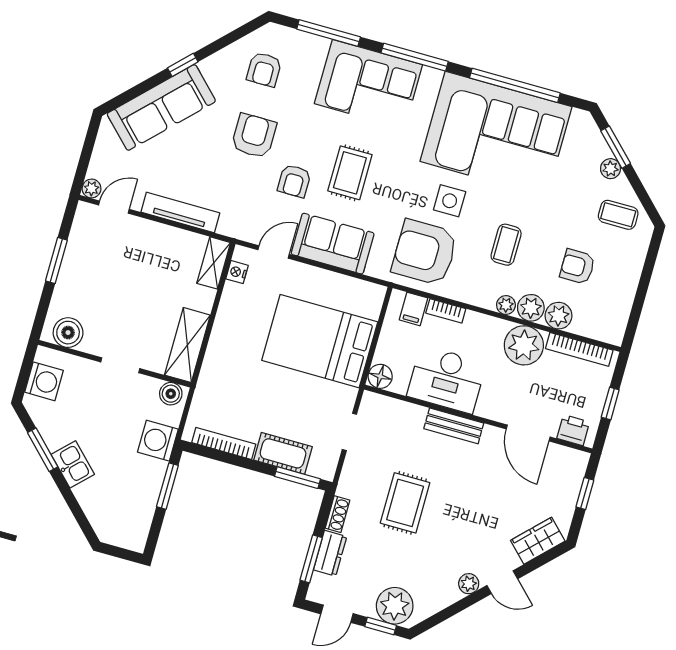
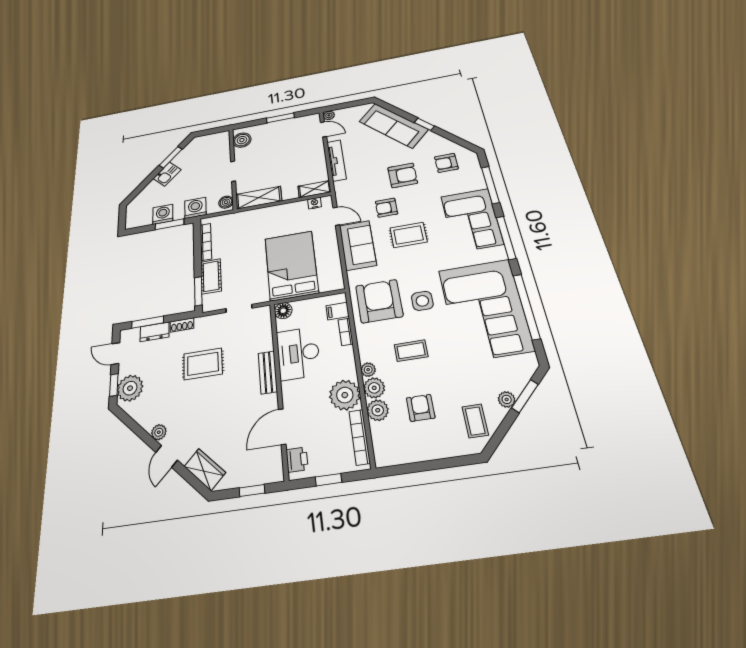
washing machine: (44, 381) -> (163, 214), moved, turned 180

